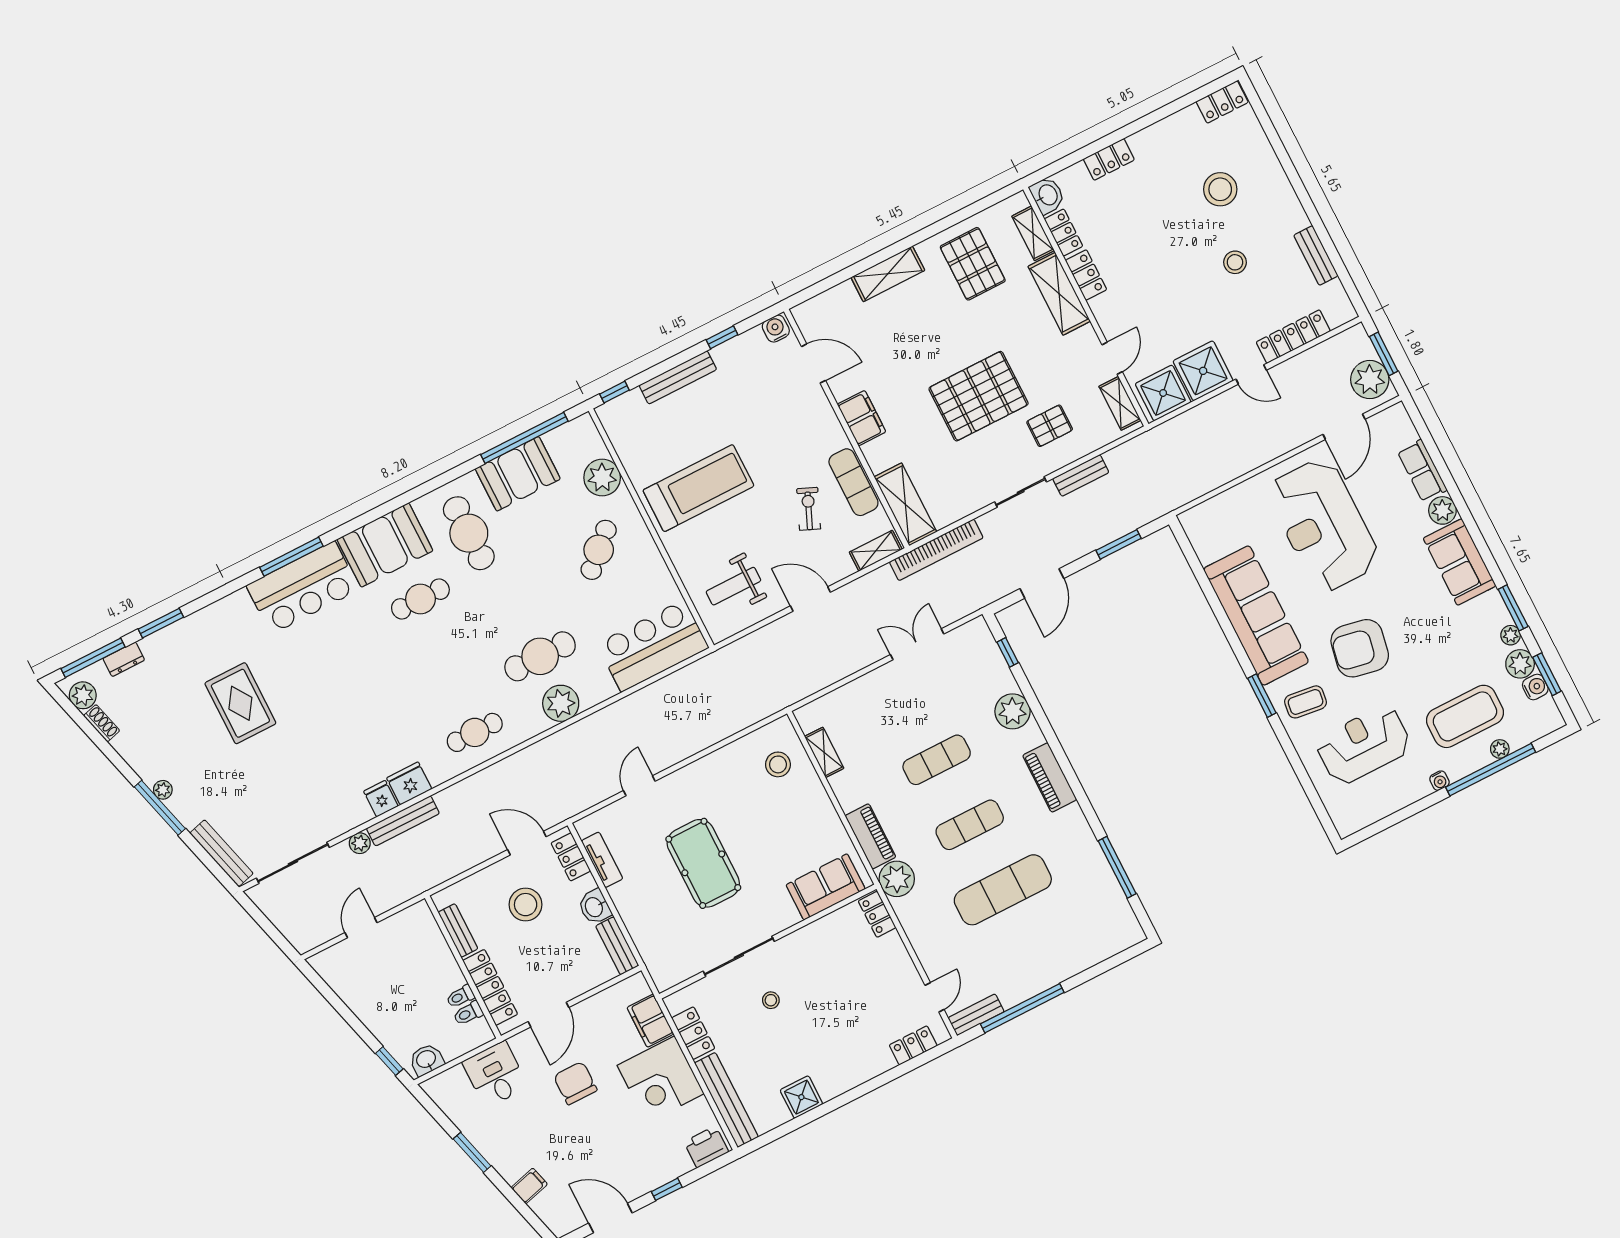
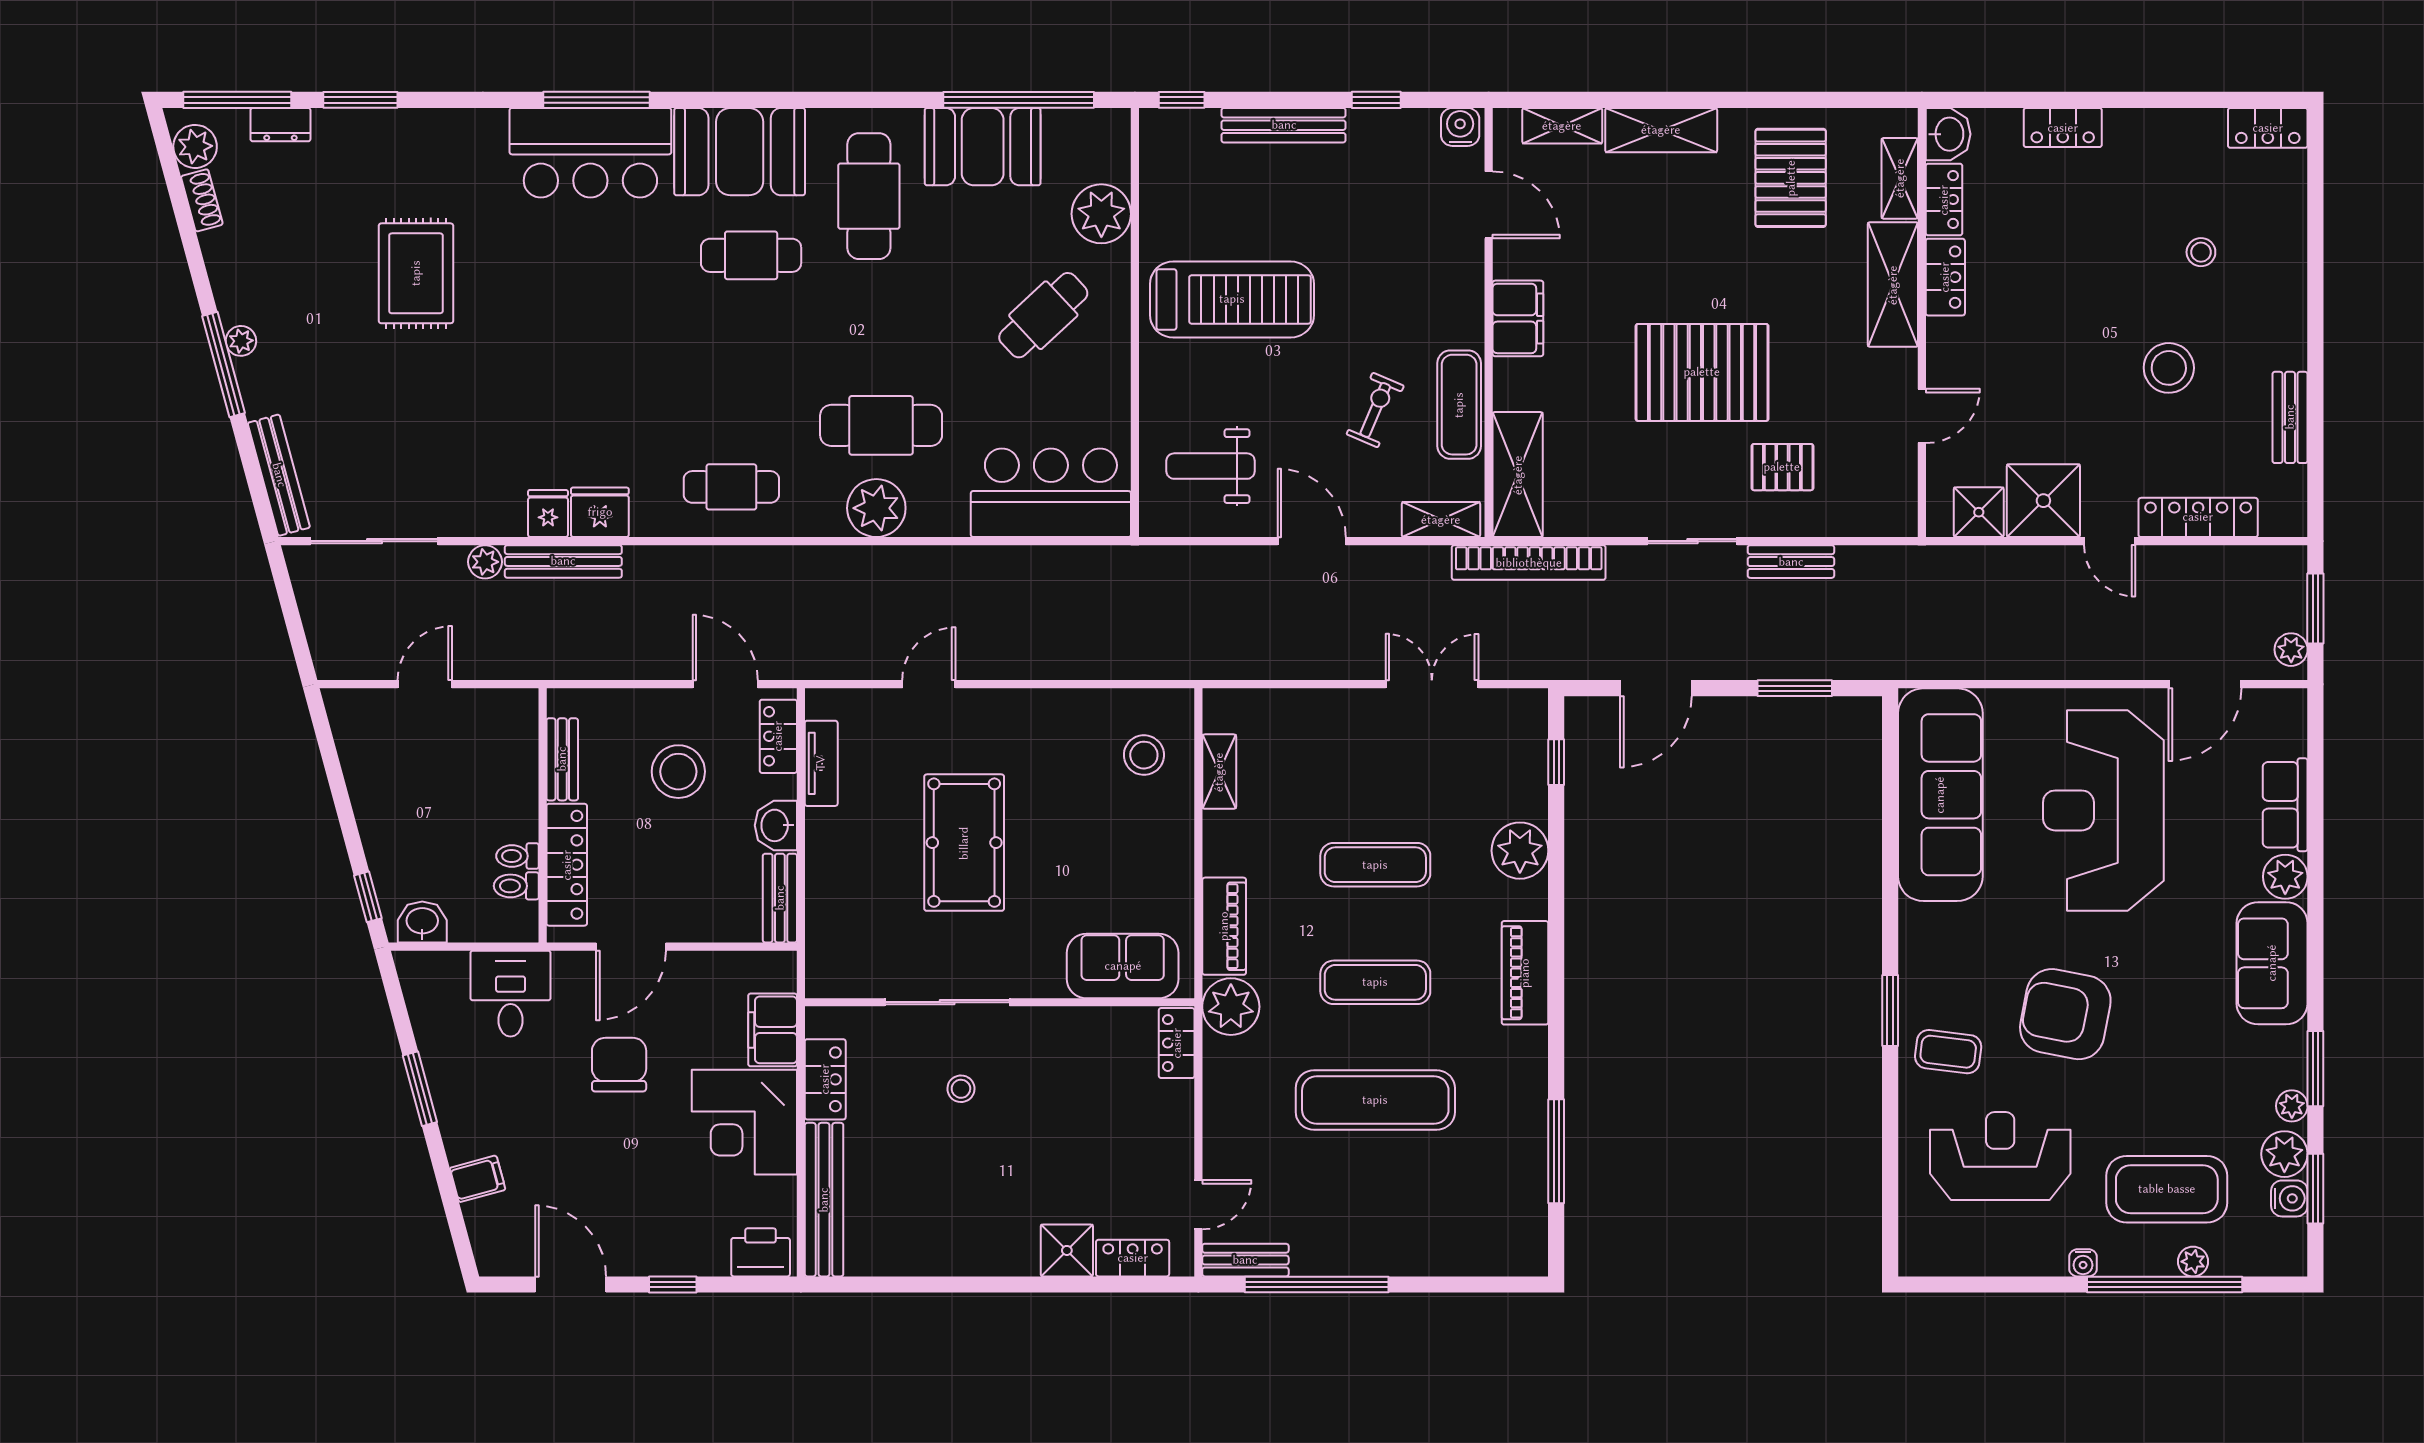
stool: (1220, 189) -> (2201, 252), width x0.53, depth x0.53
stool: (1235, 262) -> (2169, 368), width x1.38, depth x1.38
plant: (1370, 380) -> (2291, 650), width x0.53, depth x0.53
shower: (1163, 393) -> (1979, 512), width x0.73, depth x0.73
shelving: (1120, 403) -> (1562, 126), moved, turned 90
sofa: (1256, 615) -> (1940, 795), moved
shower: (801, 1097) -> (1067, 1250), moved

